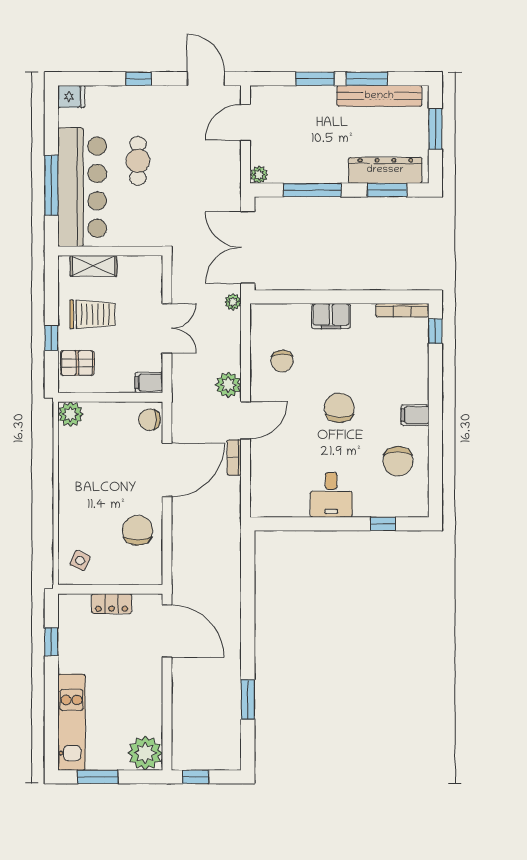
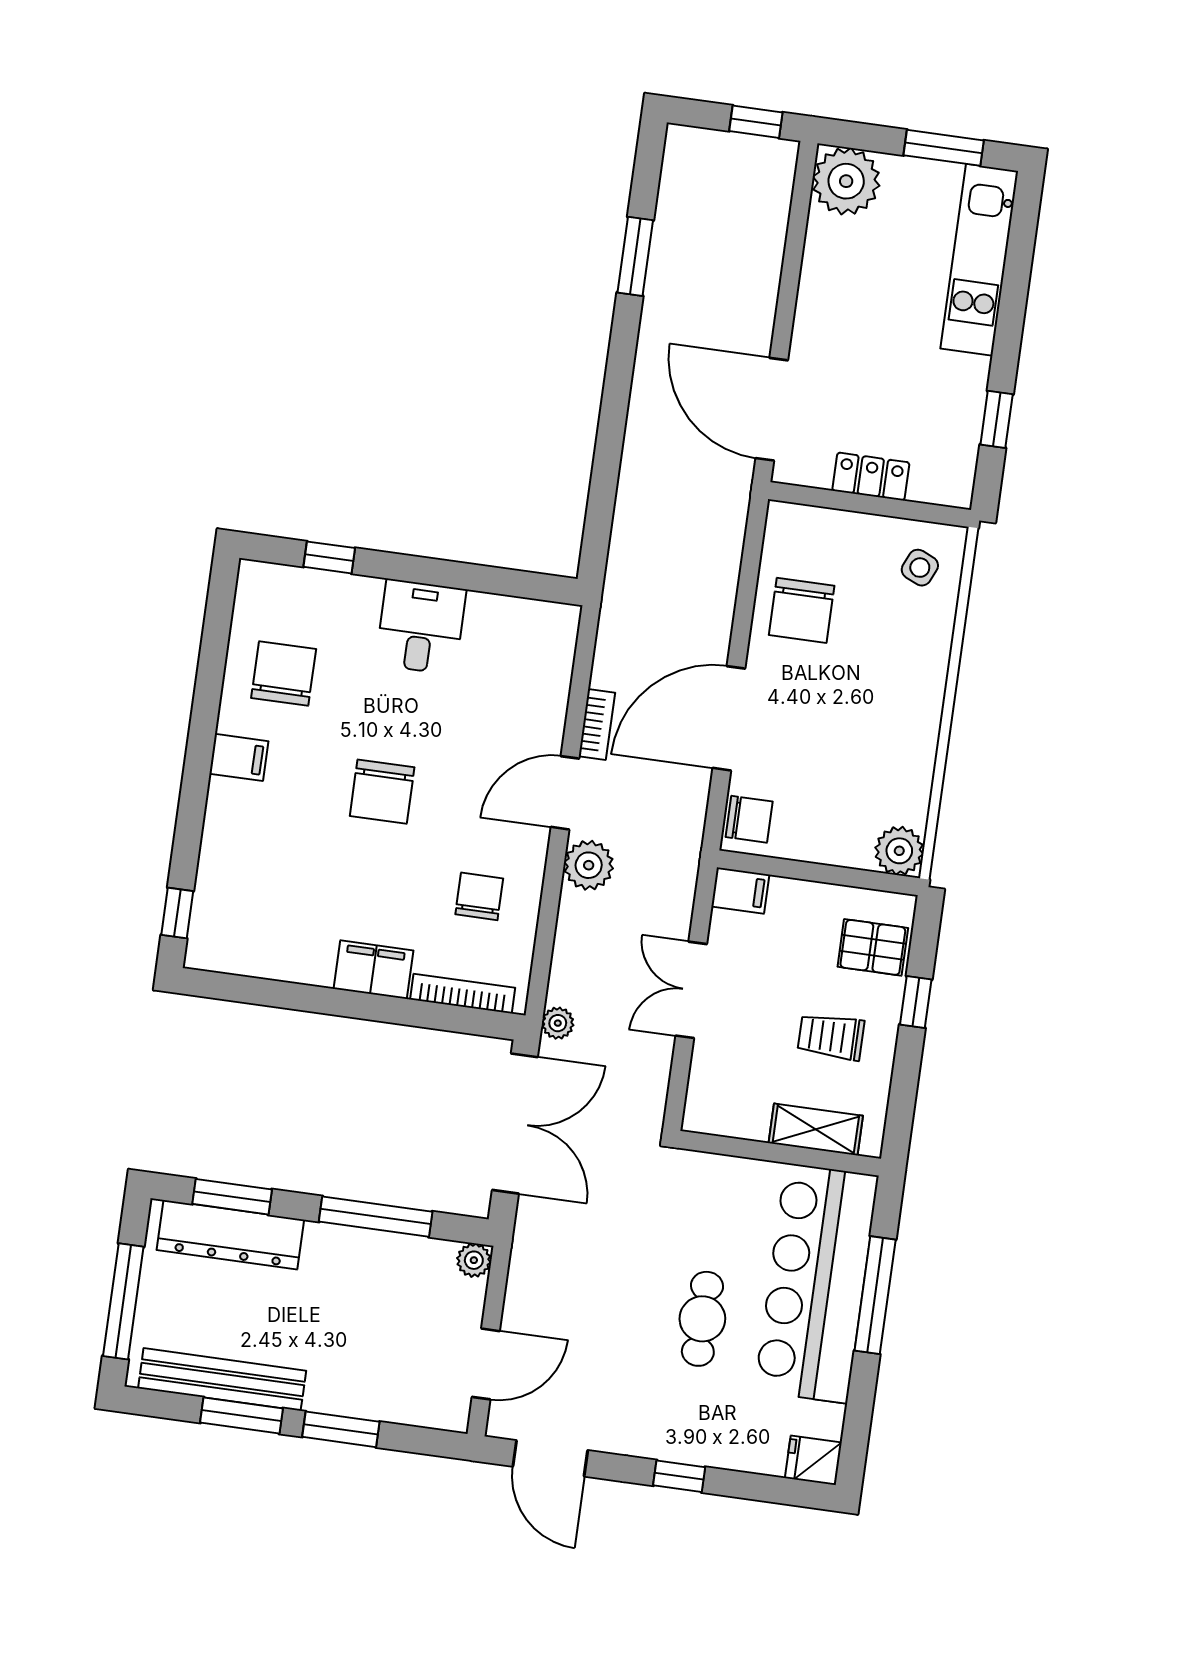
window: (435, 129) -> (123, 1301), width x1.44
bookcase: (402, 310) -> (463, 994), moved
trolley: (92, 314) -> (831, 1037), width x0.73, depth x0.72

